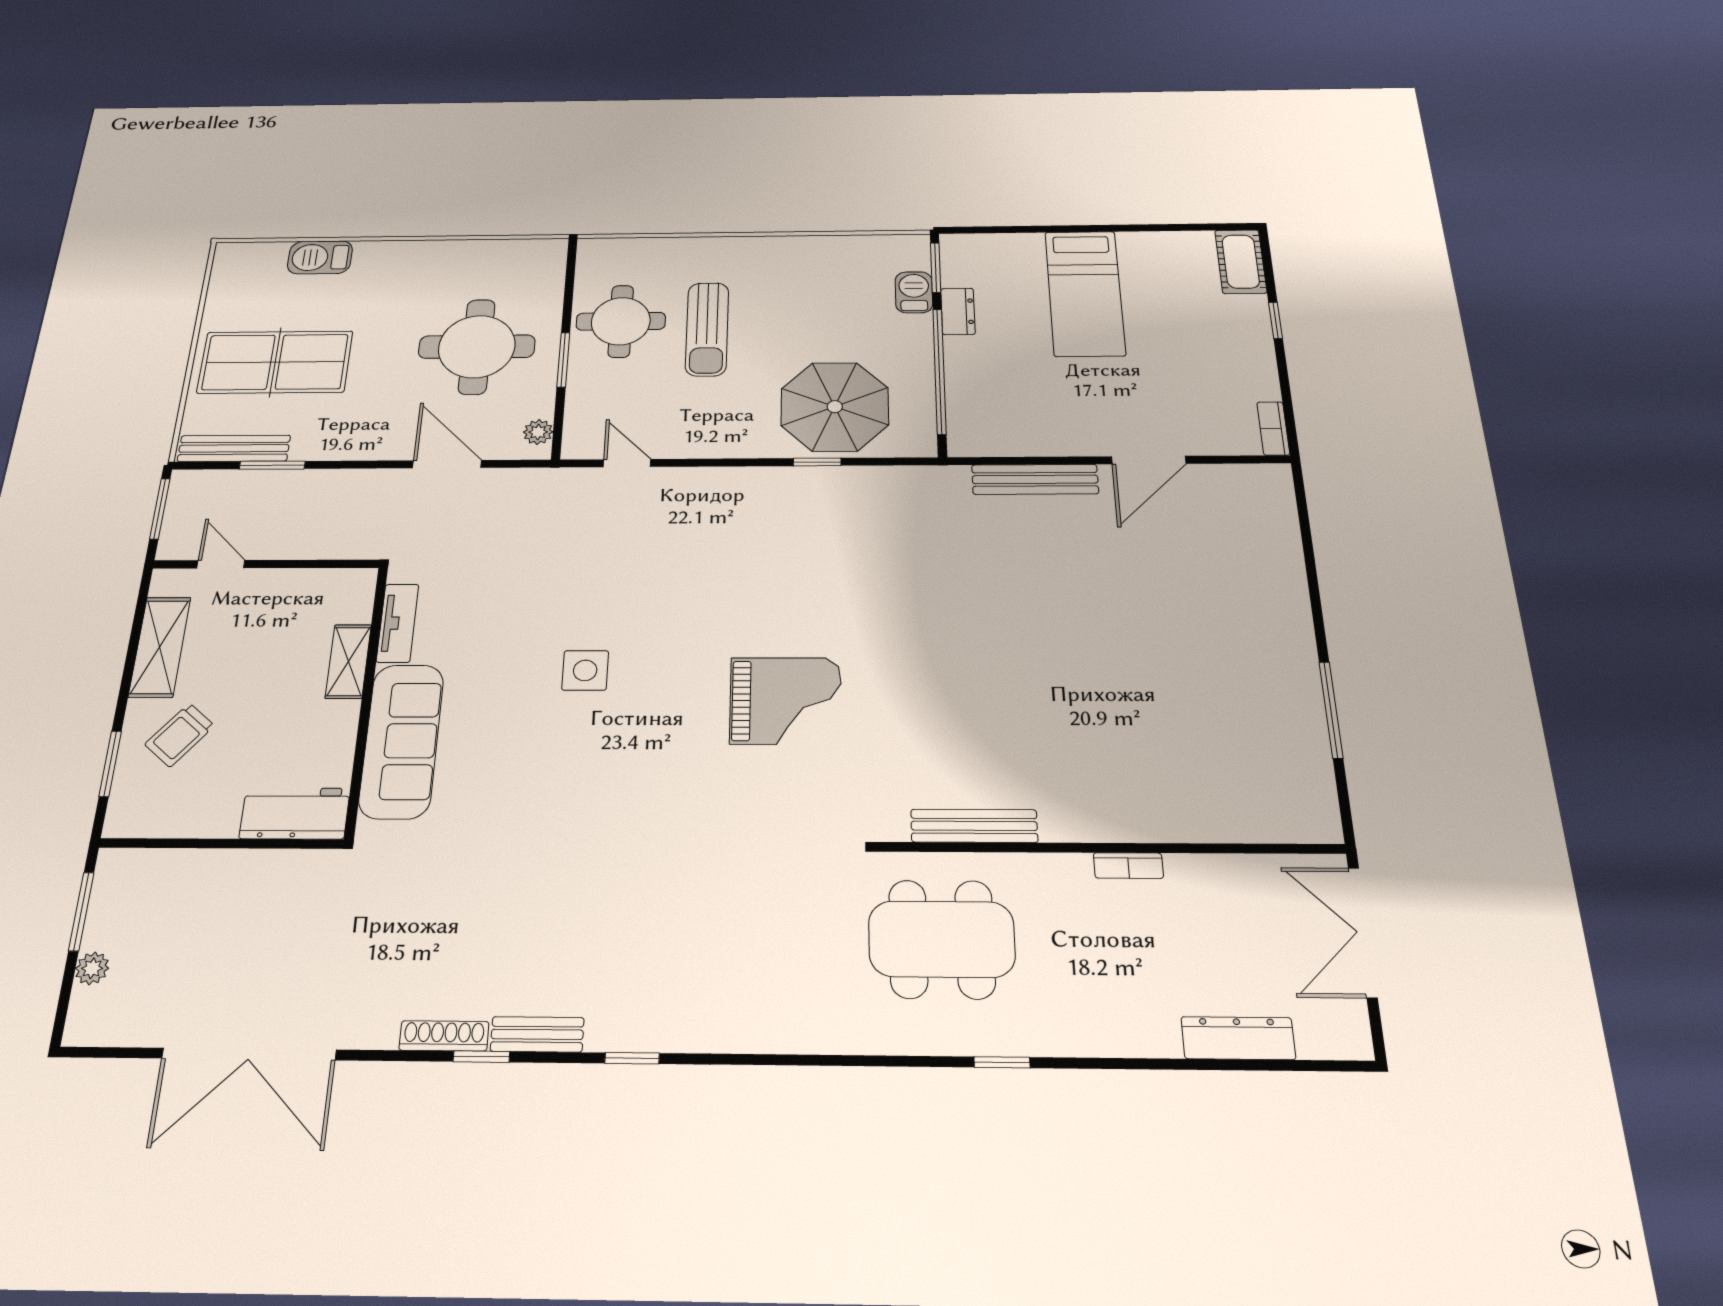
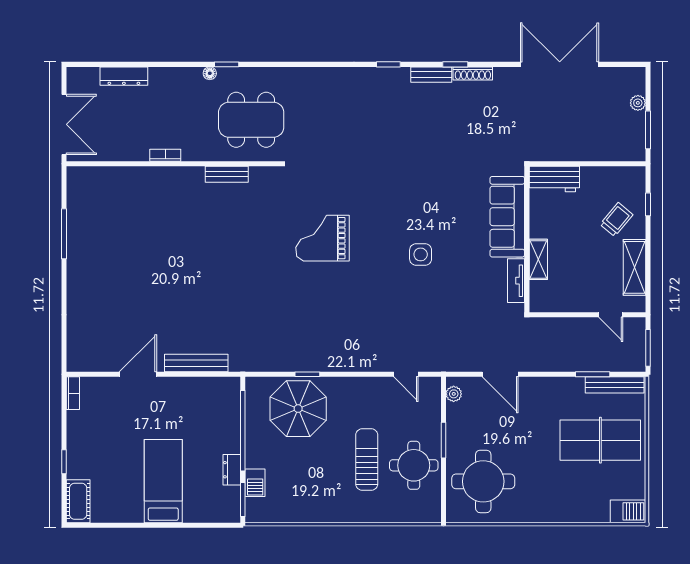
barbecue: (320, 257) -> (628, 511), moved
round table: (477, 347) -> (483, 481), moved
window: (110, 764) -> (648, 204), width x0.67
bench: (974, 826) -> (227, 174), width x0.73
floor lamp: (1040, 1042) -> (210, 73), added

